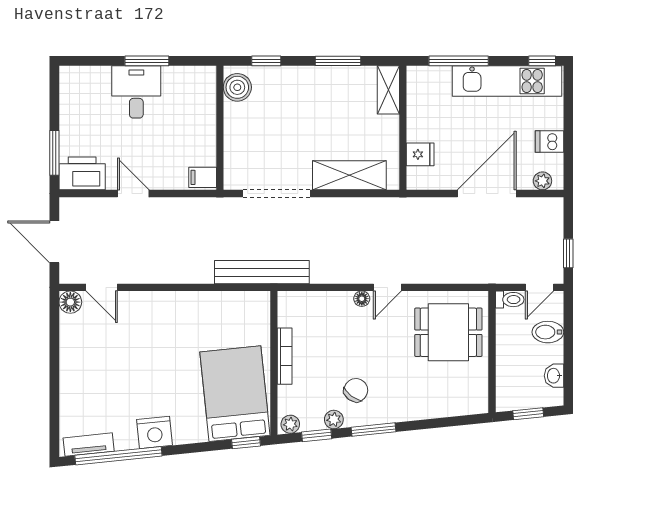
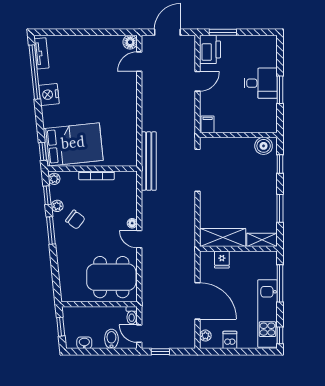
shelving: (349, 175) -> (223, 237), moved, turned 90
dining table: (448, 332) -> (111, 277), width x1.38

